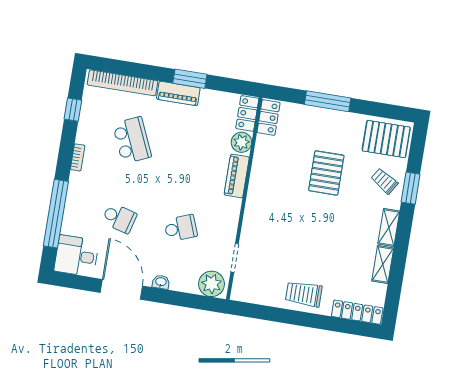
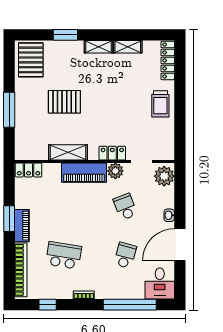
locker: (269, 117) -> (112, 153), moved
school desk: (132, 140) -> (64, 255), turned 33
plant: (241, 142) -> (115, 171), moved
shelving: (261, 167) -> (68, 152), added
piano: (237, 176) -> (84, 173), width x1.37, depth x1.33
trolley: (384, 181) -> (63, 56), removed

